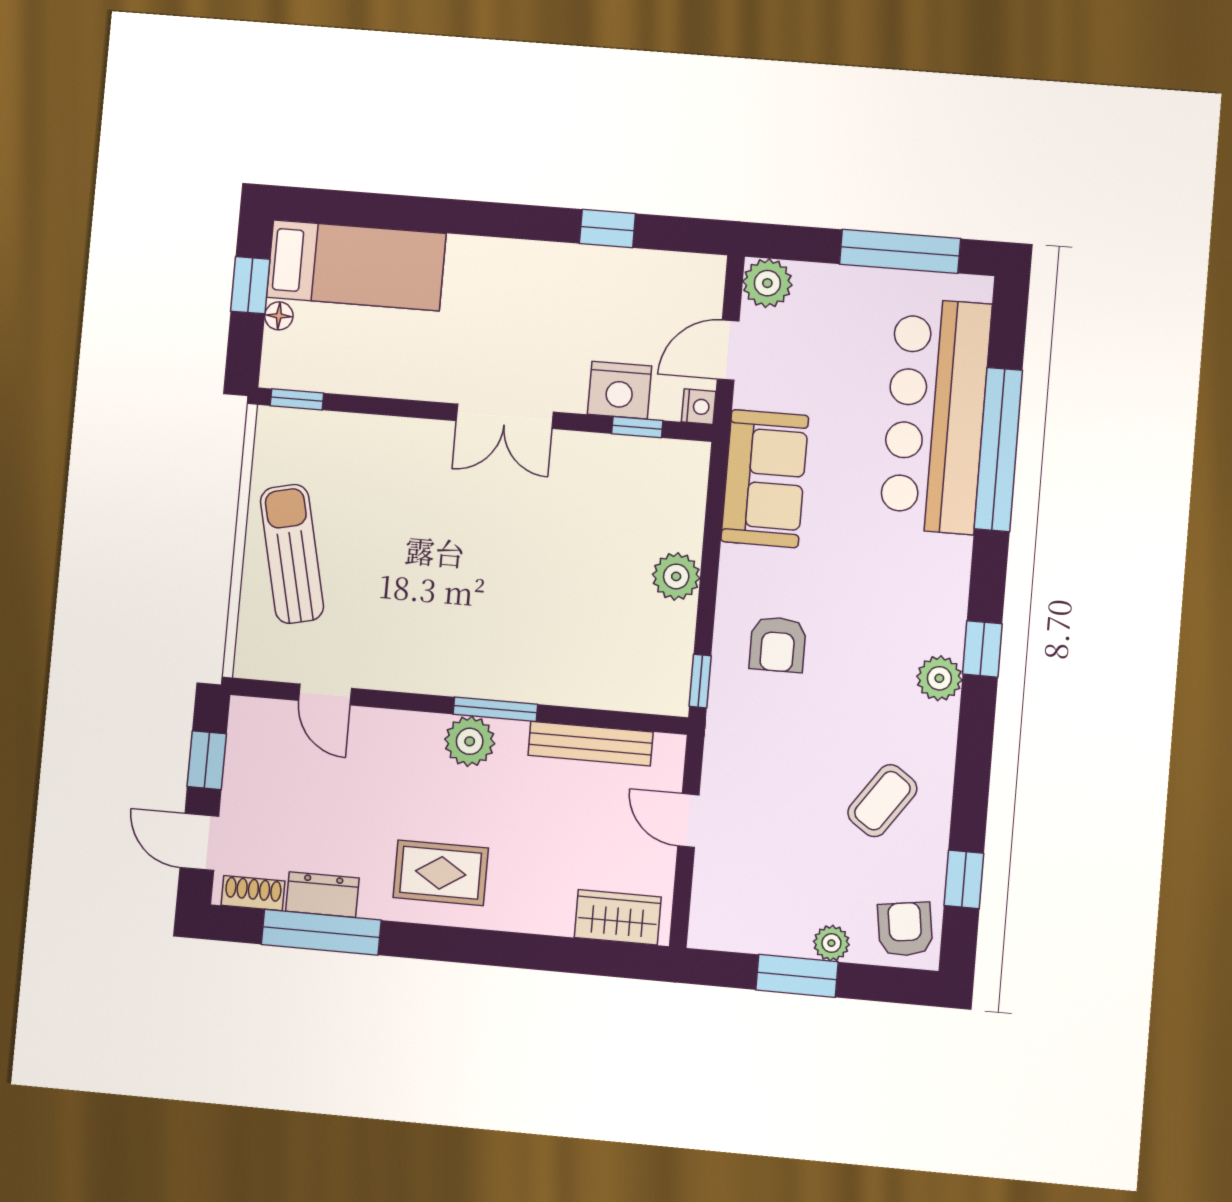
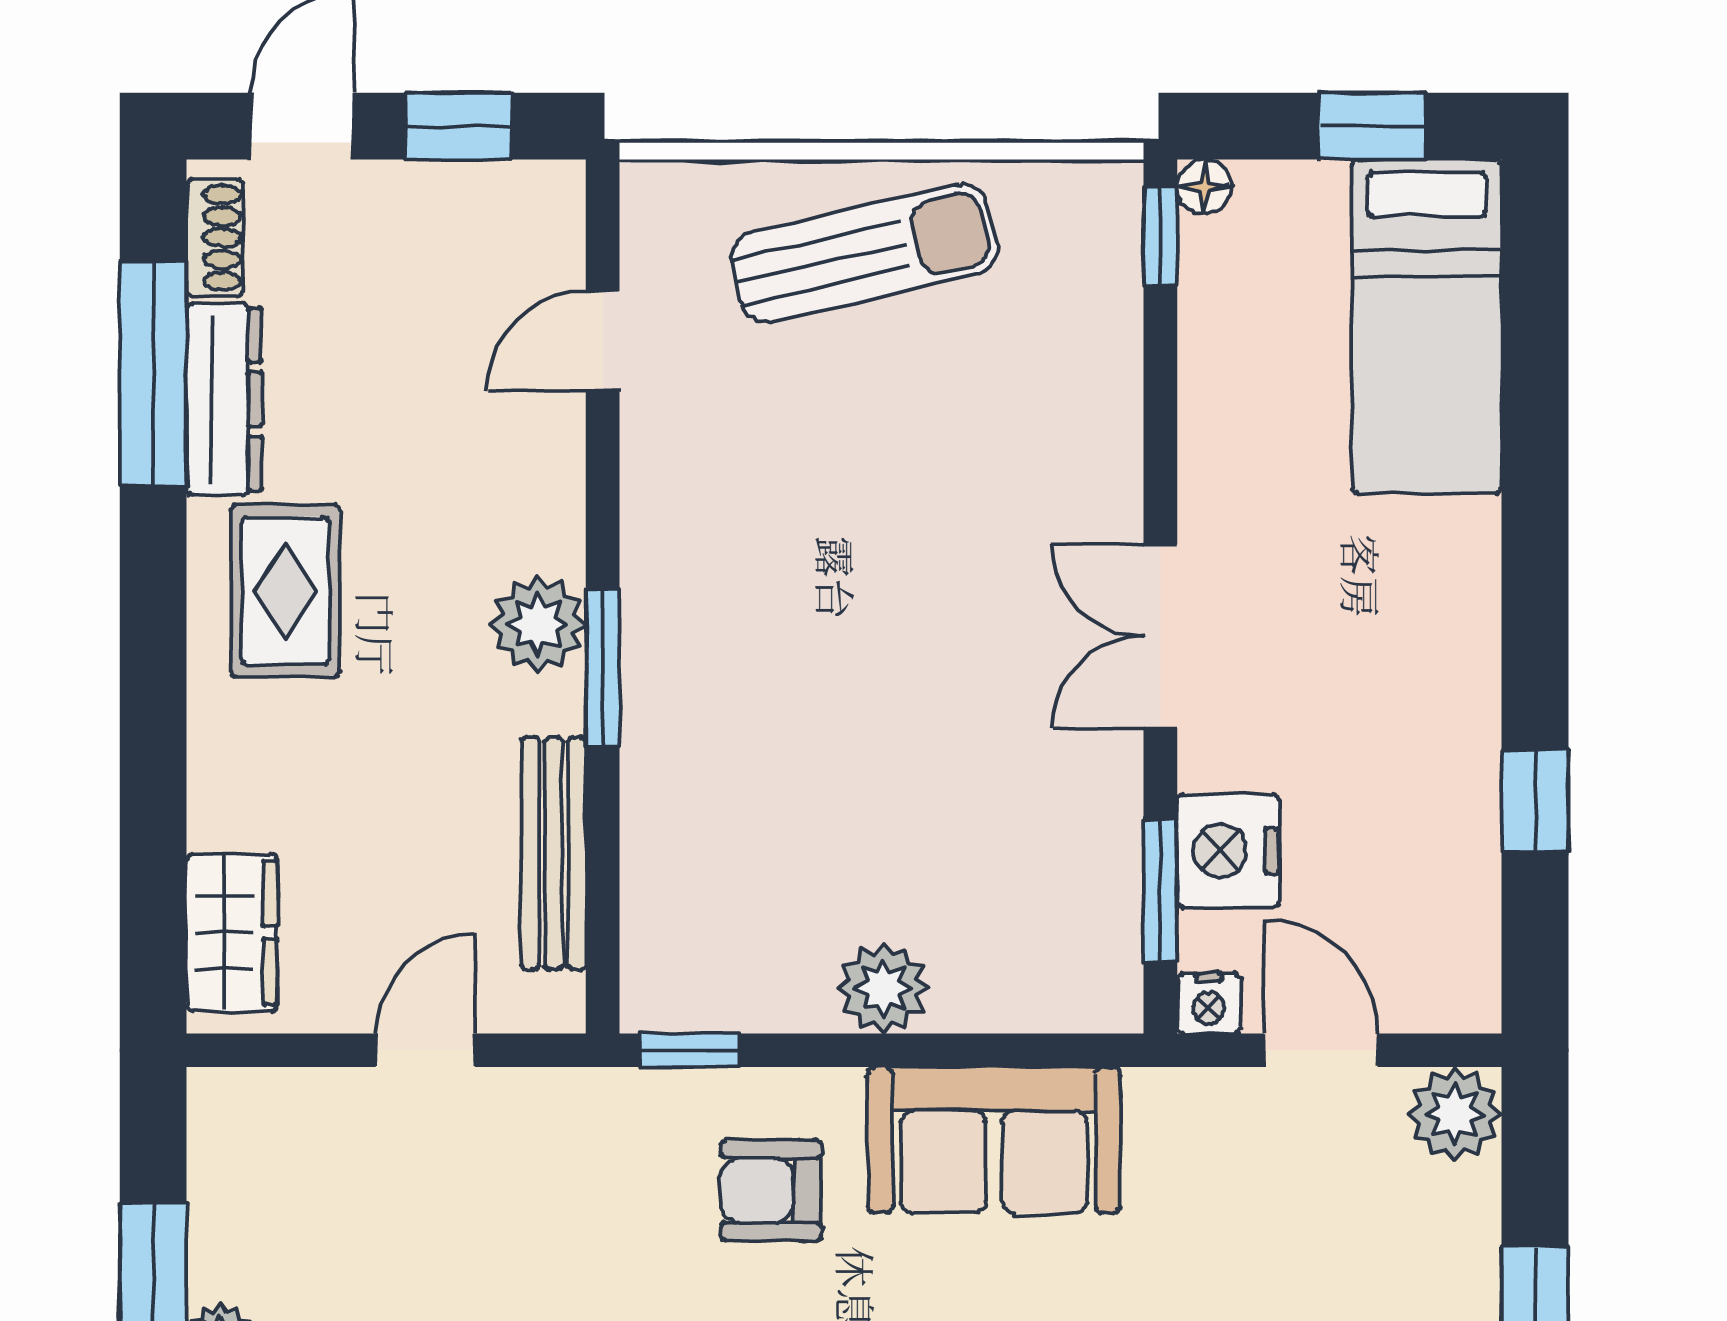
floor lamp: (279, 316) -> (1204, 187), moved
window: (637, 427) -> (1160, 890), width x1.50
sofa: (765, 479) -> (994, 1140), moved
dresser: (322, 895) -> (224, 399), width x1.44

